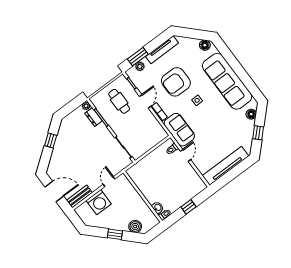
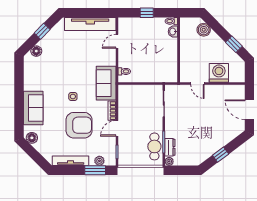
sofa: (227, 81) -> (33, 108), width x0.54, depth x0.79
cafe table: (119, 101) -> (154, 146), moved
door: (186, 155) -> (117, 41), moved
door: (109, 182) -> (197, 84), hinge flipped
bench: (79, 196) -> (231, 90), removed
window: (115, 234) -> (234, 44), moved

